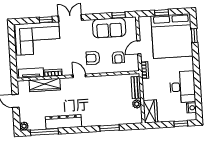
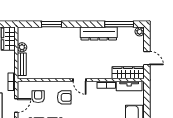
wardrobe: (45, 85) -> (128, 73), moved

